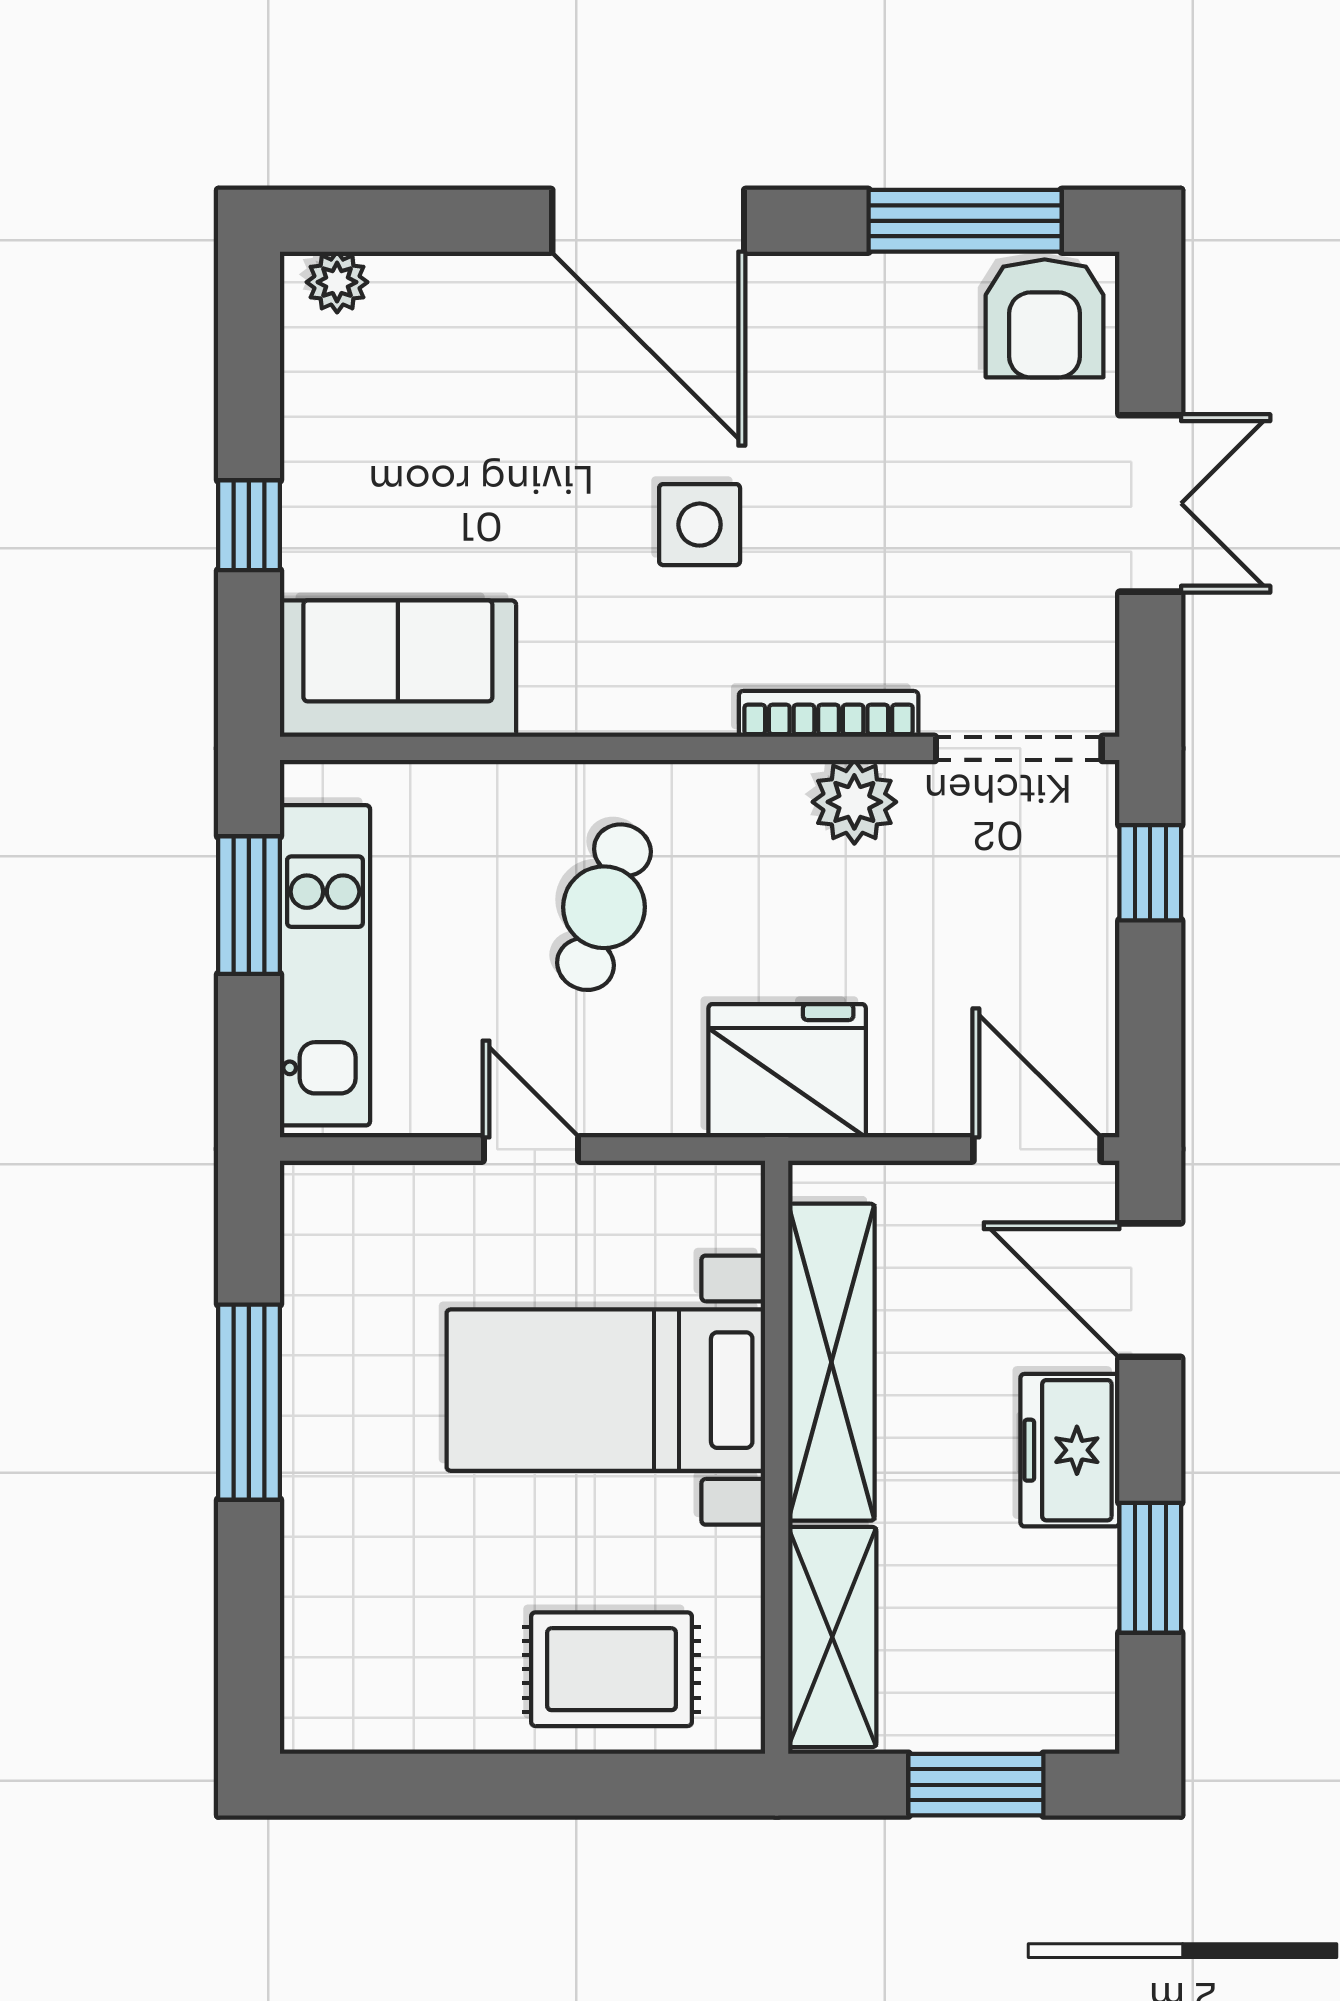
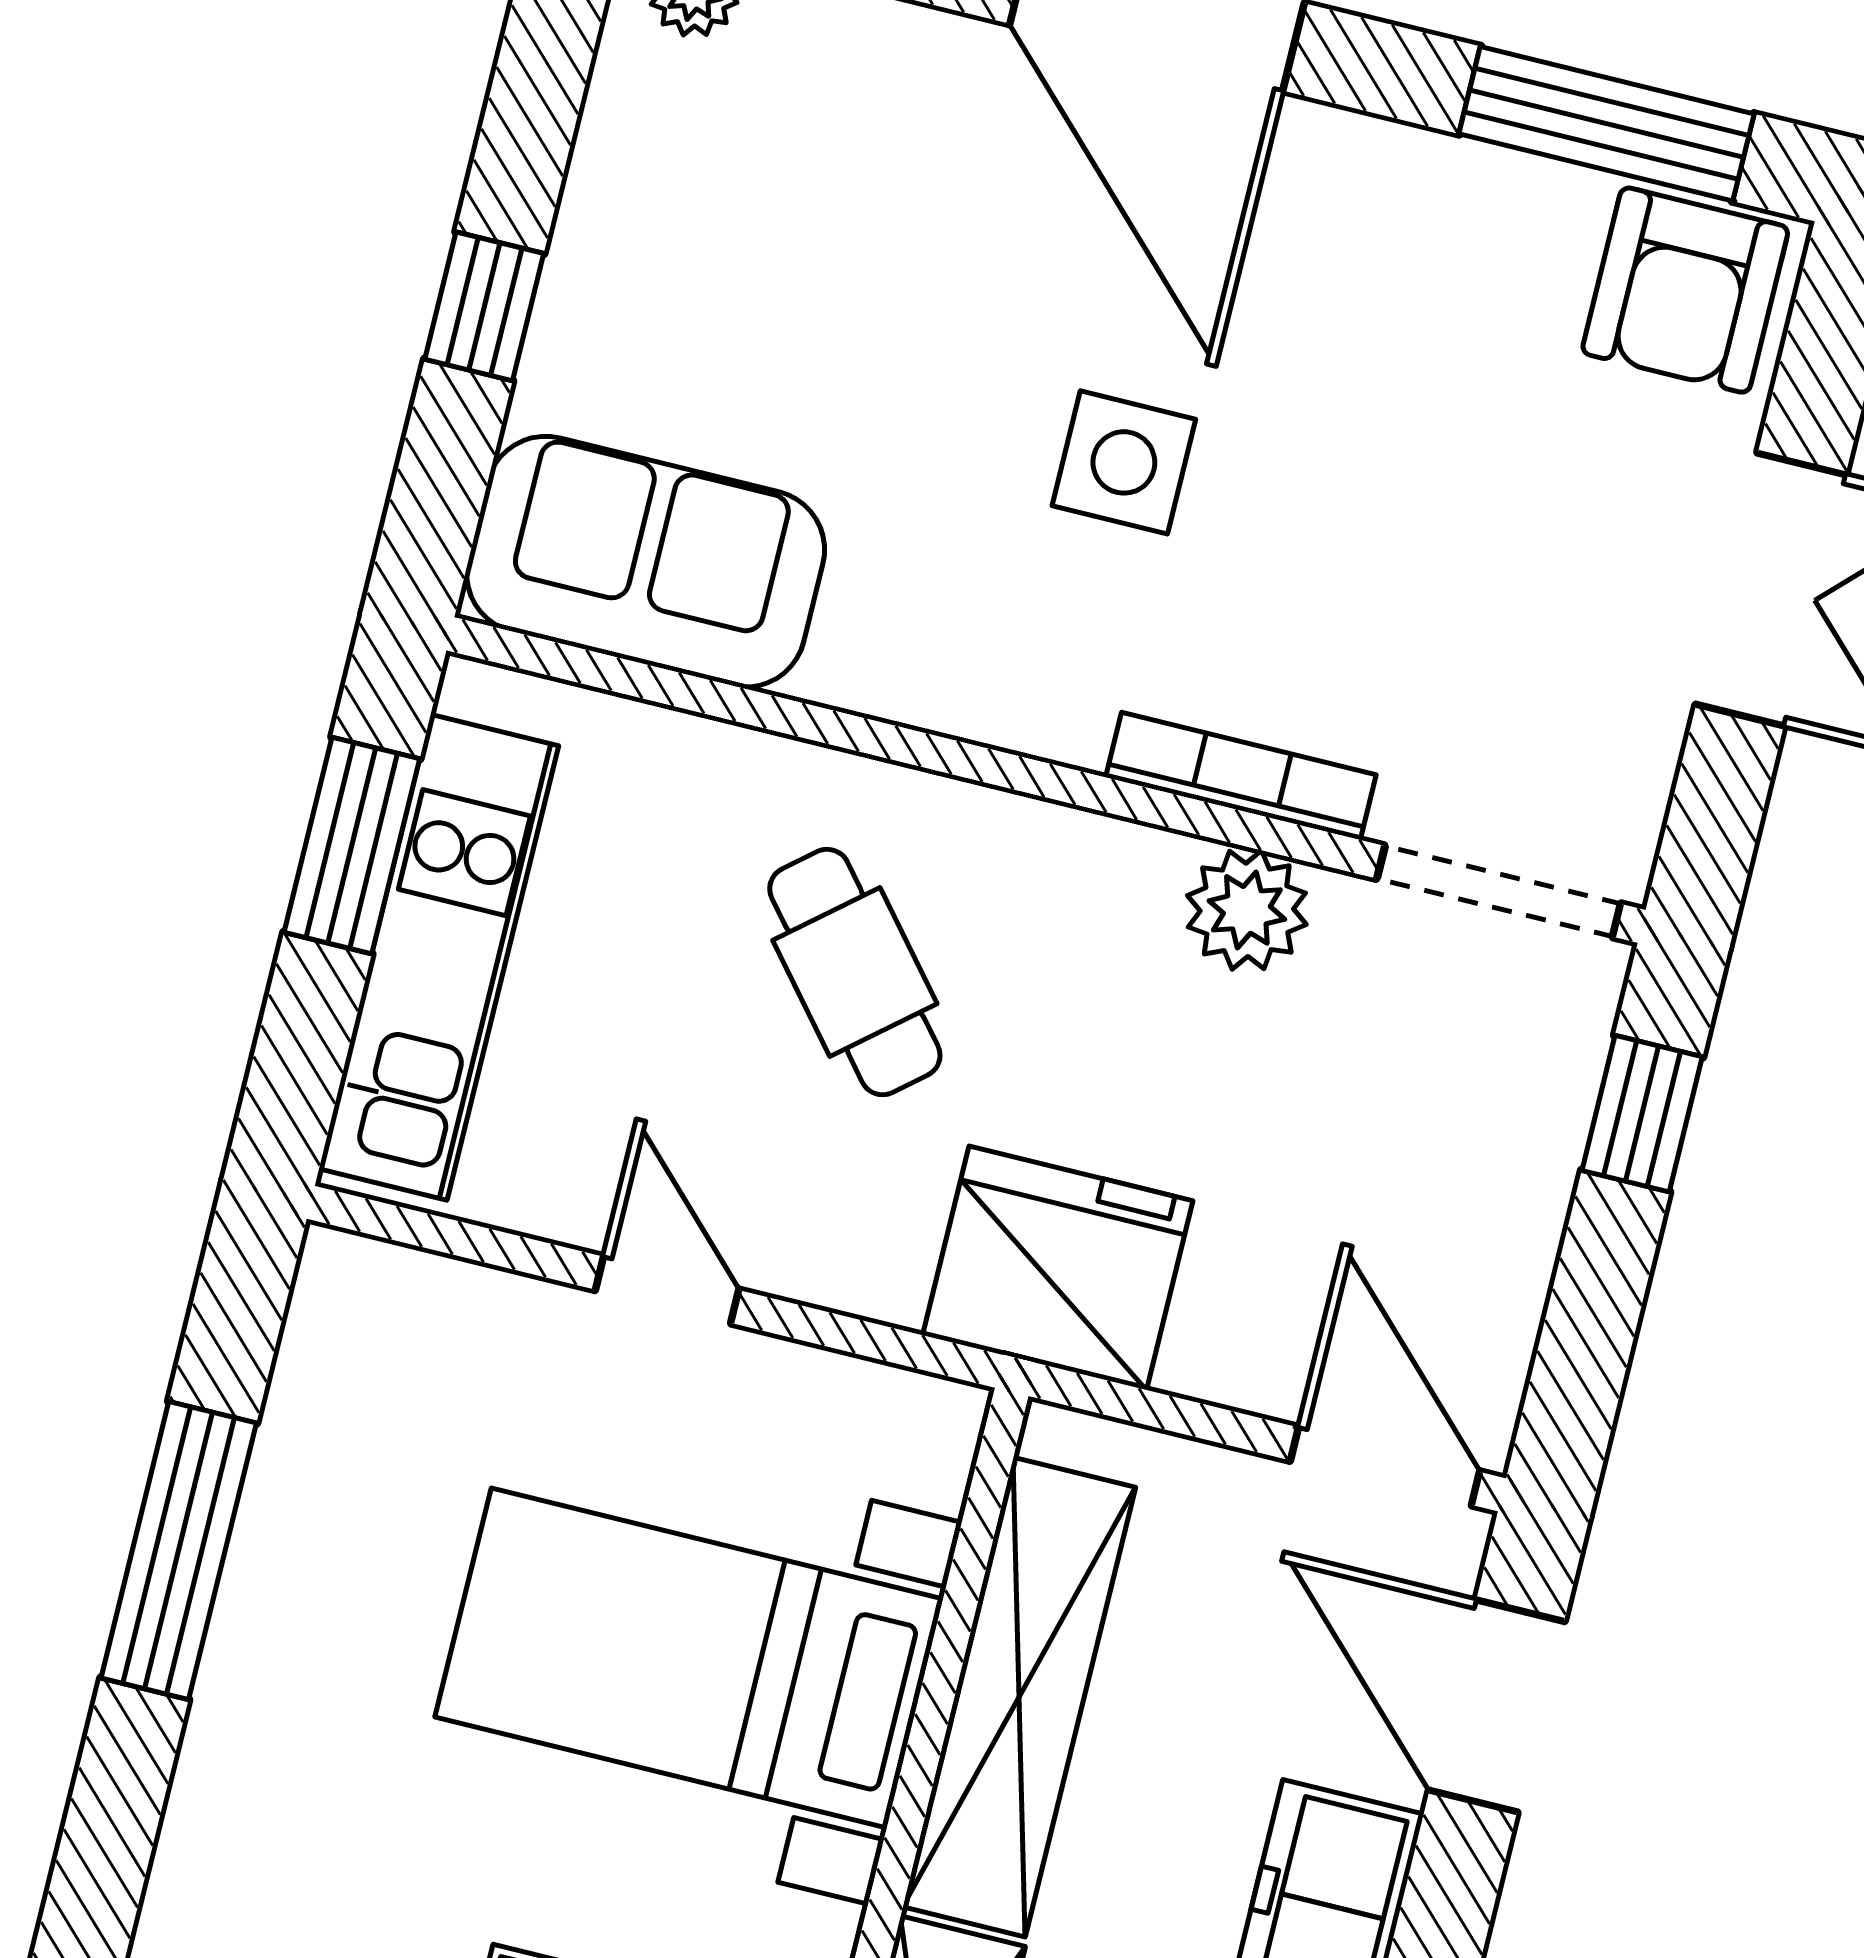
cafe table: (604, 907) -> (855, 972), turned -58

